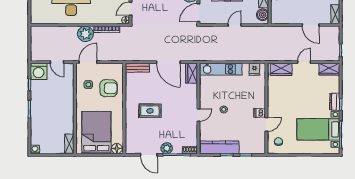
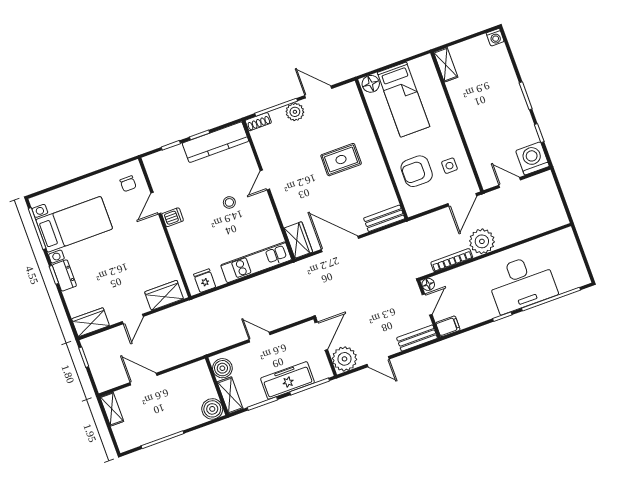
door: (235, 25) -> (259, 337), swing flipped
bed: (96, 133) -> (403, 100), width x0.67

